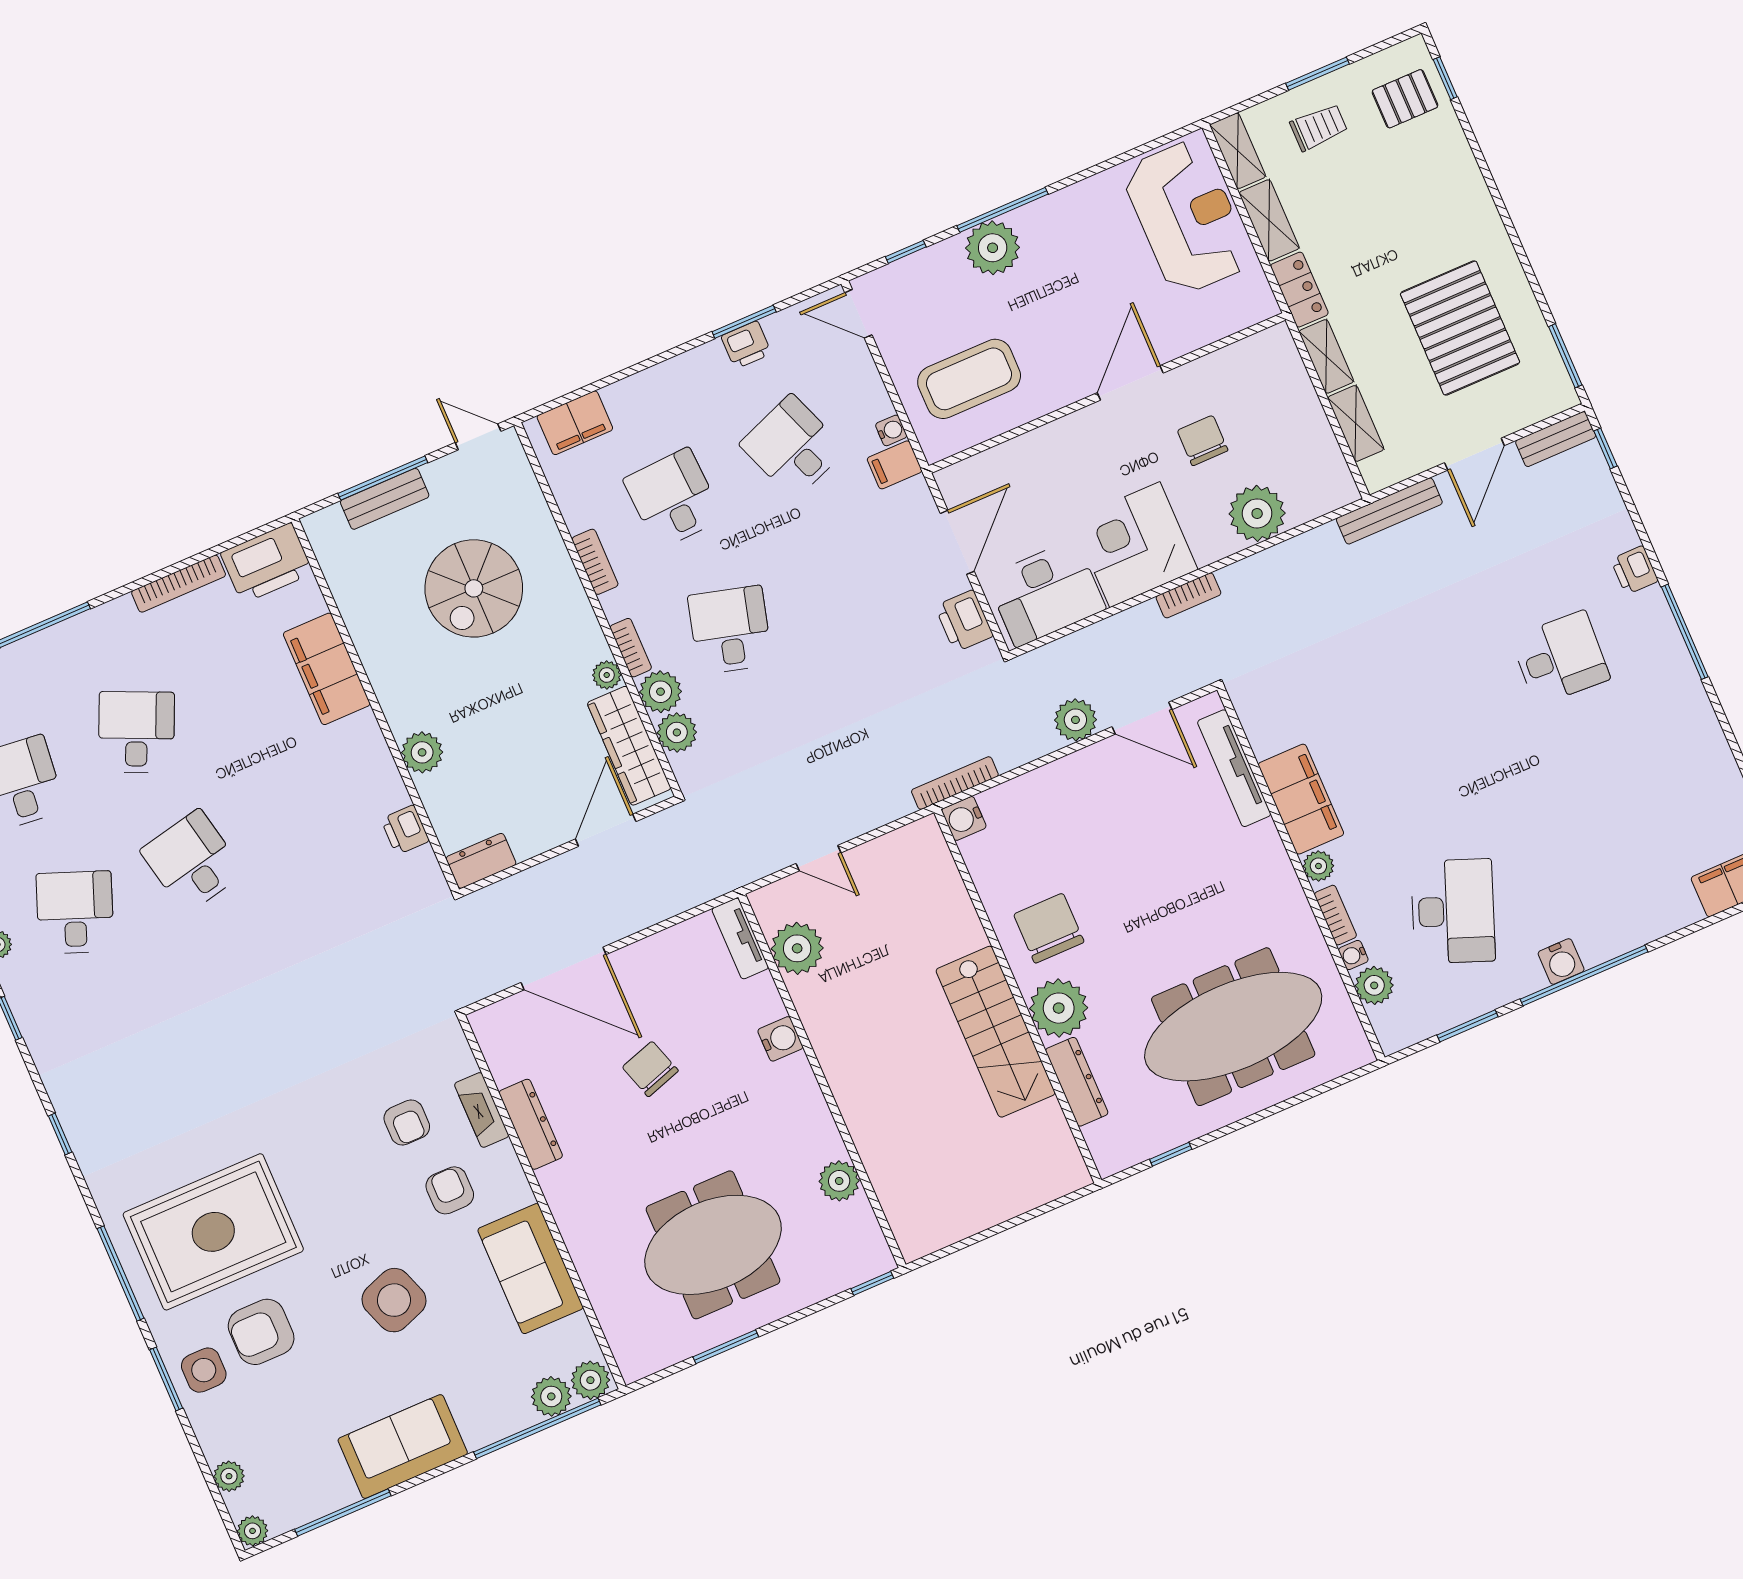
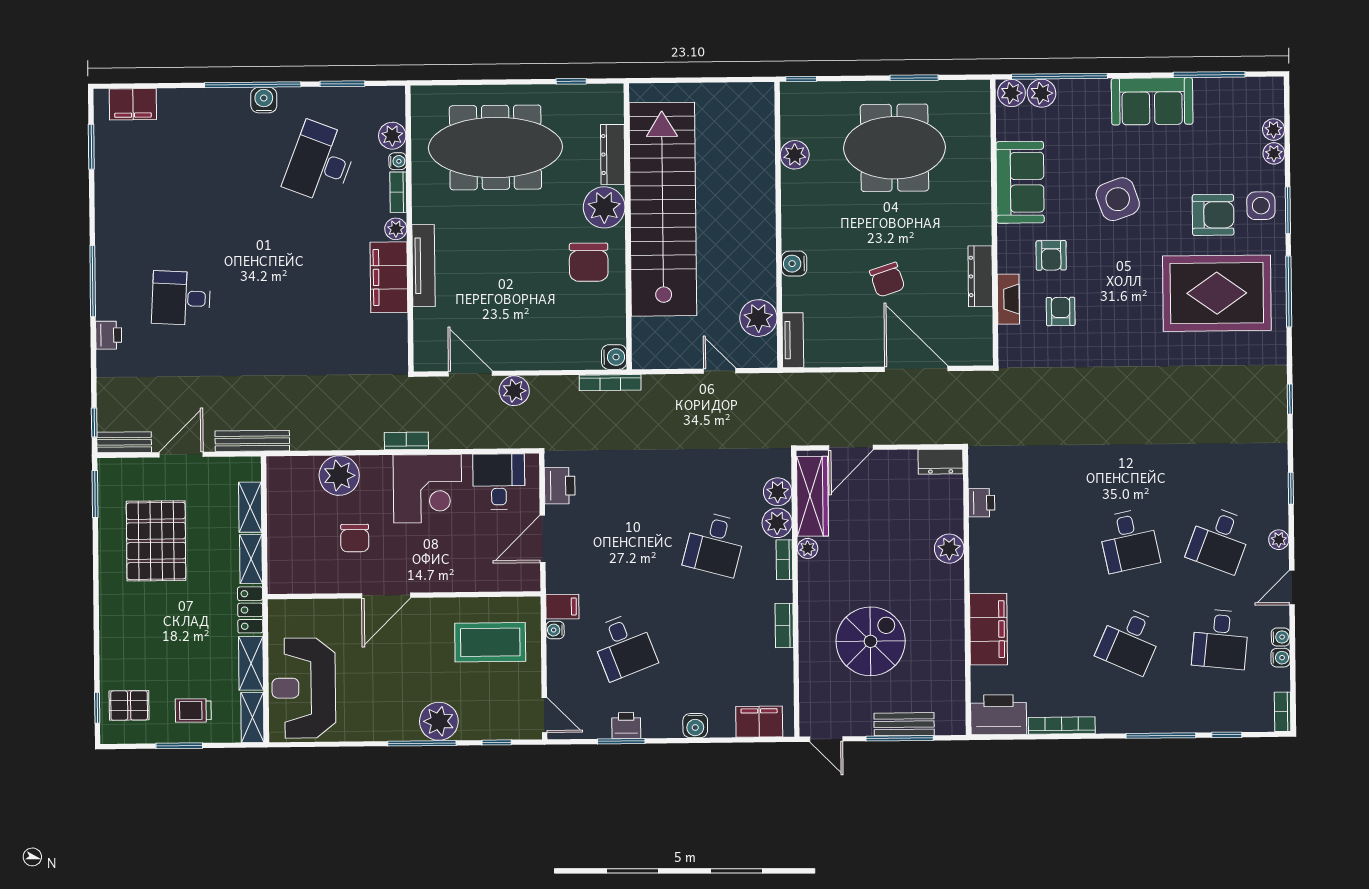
water cooler: (656, 383) -> (695, 726), added
desk: (673, 499) -> (716, 645), removed
desk: (1046, 593) -> (499, 482), width x0.73
tv unit: (1234, 768) -> (423, 266), moved
stairs: (996, 1032) -> (663, 209), width x1.86, depth x1.51
plant: (253, 1531) -> (1274, 153), moved

